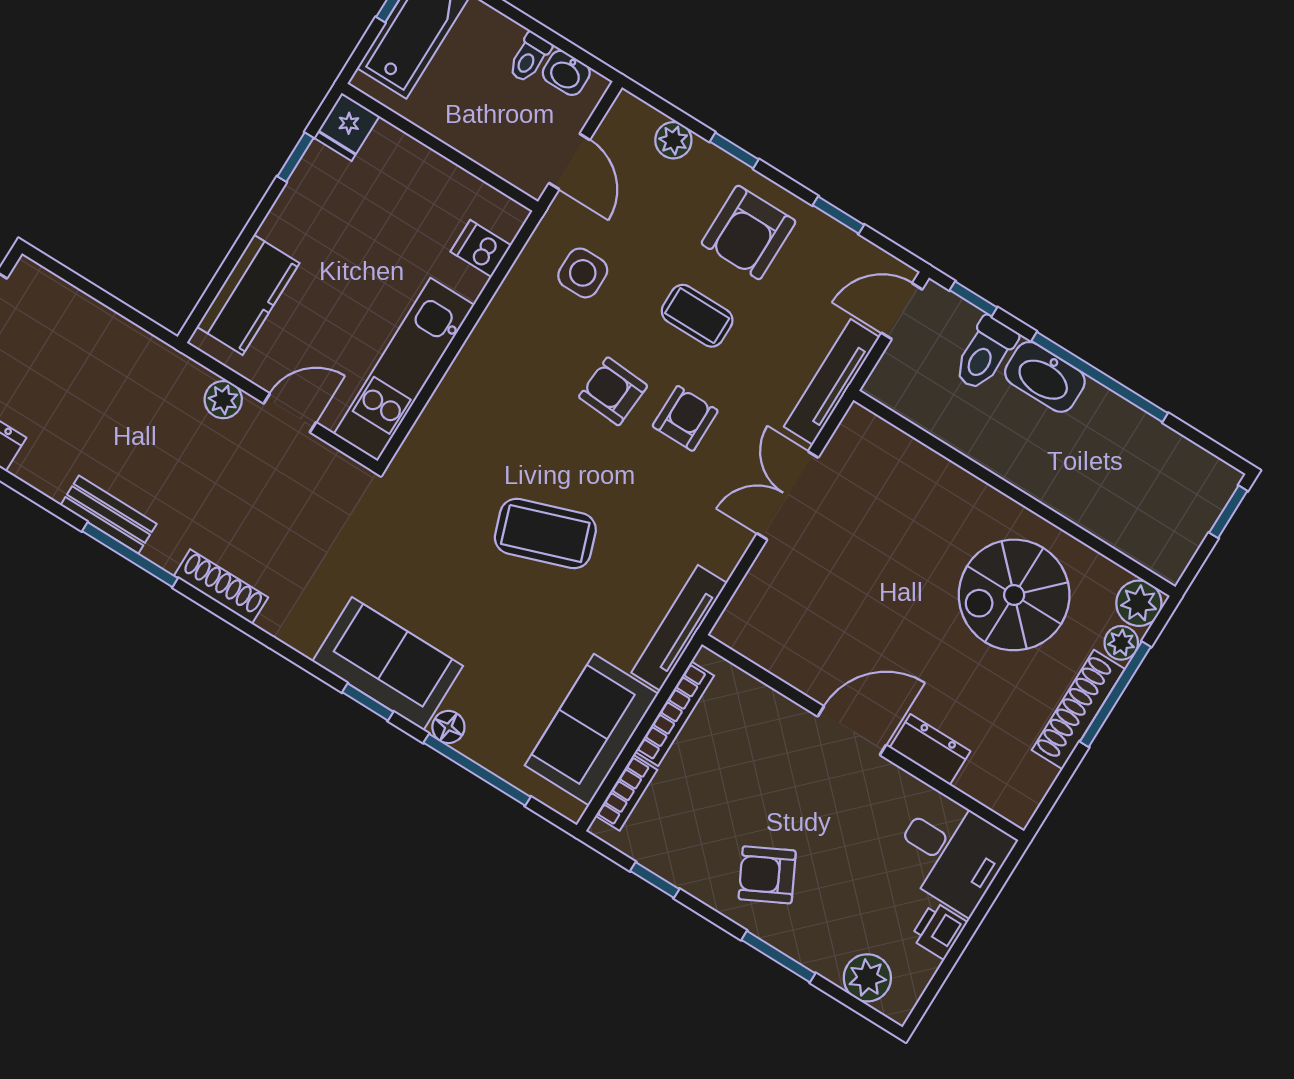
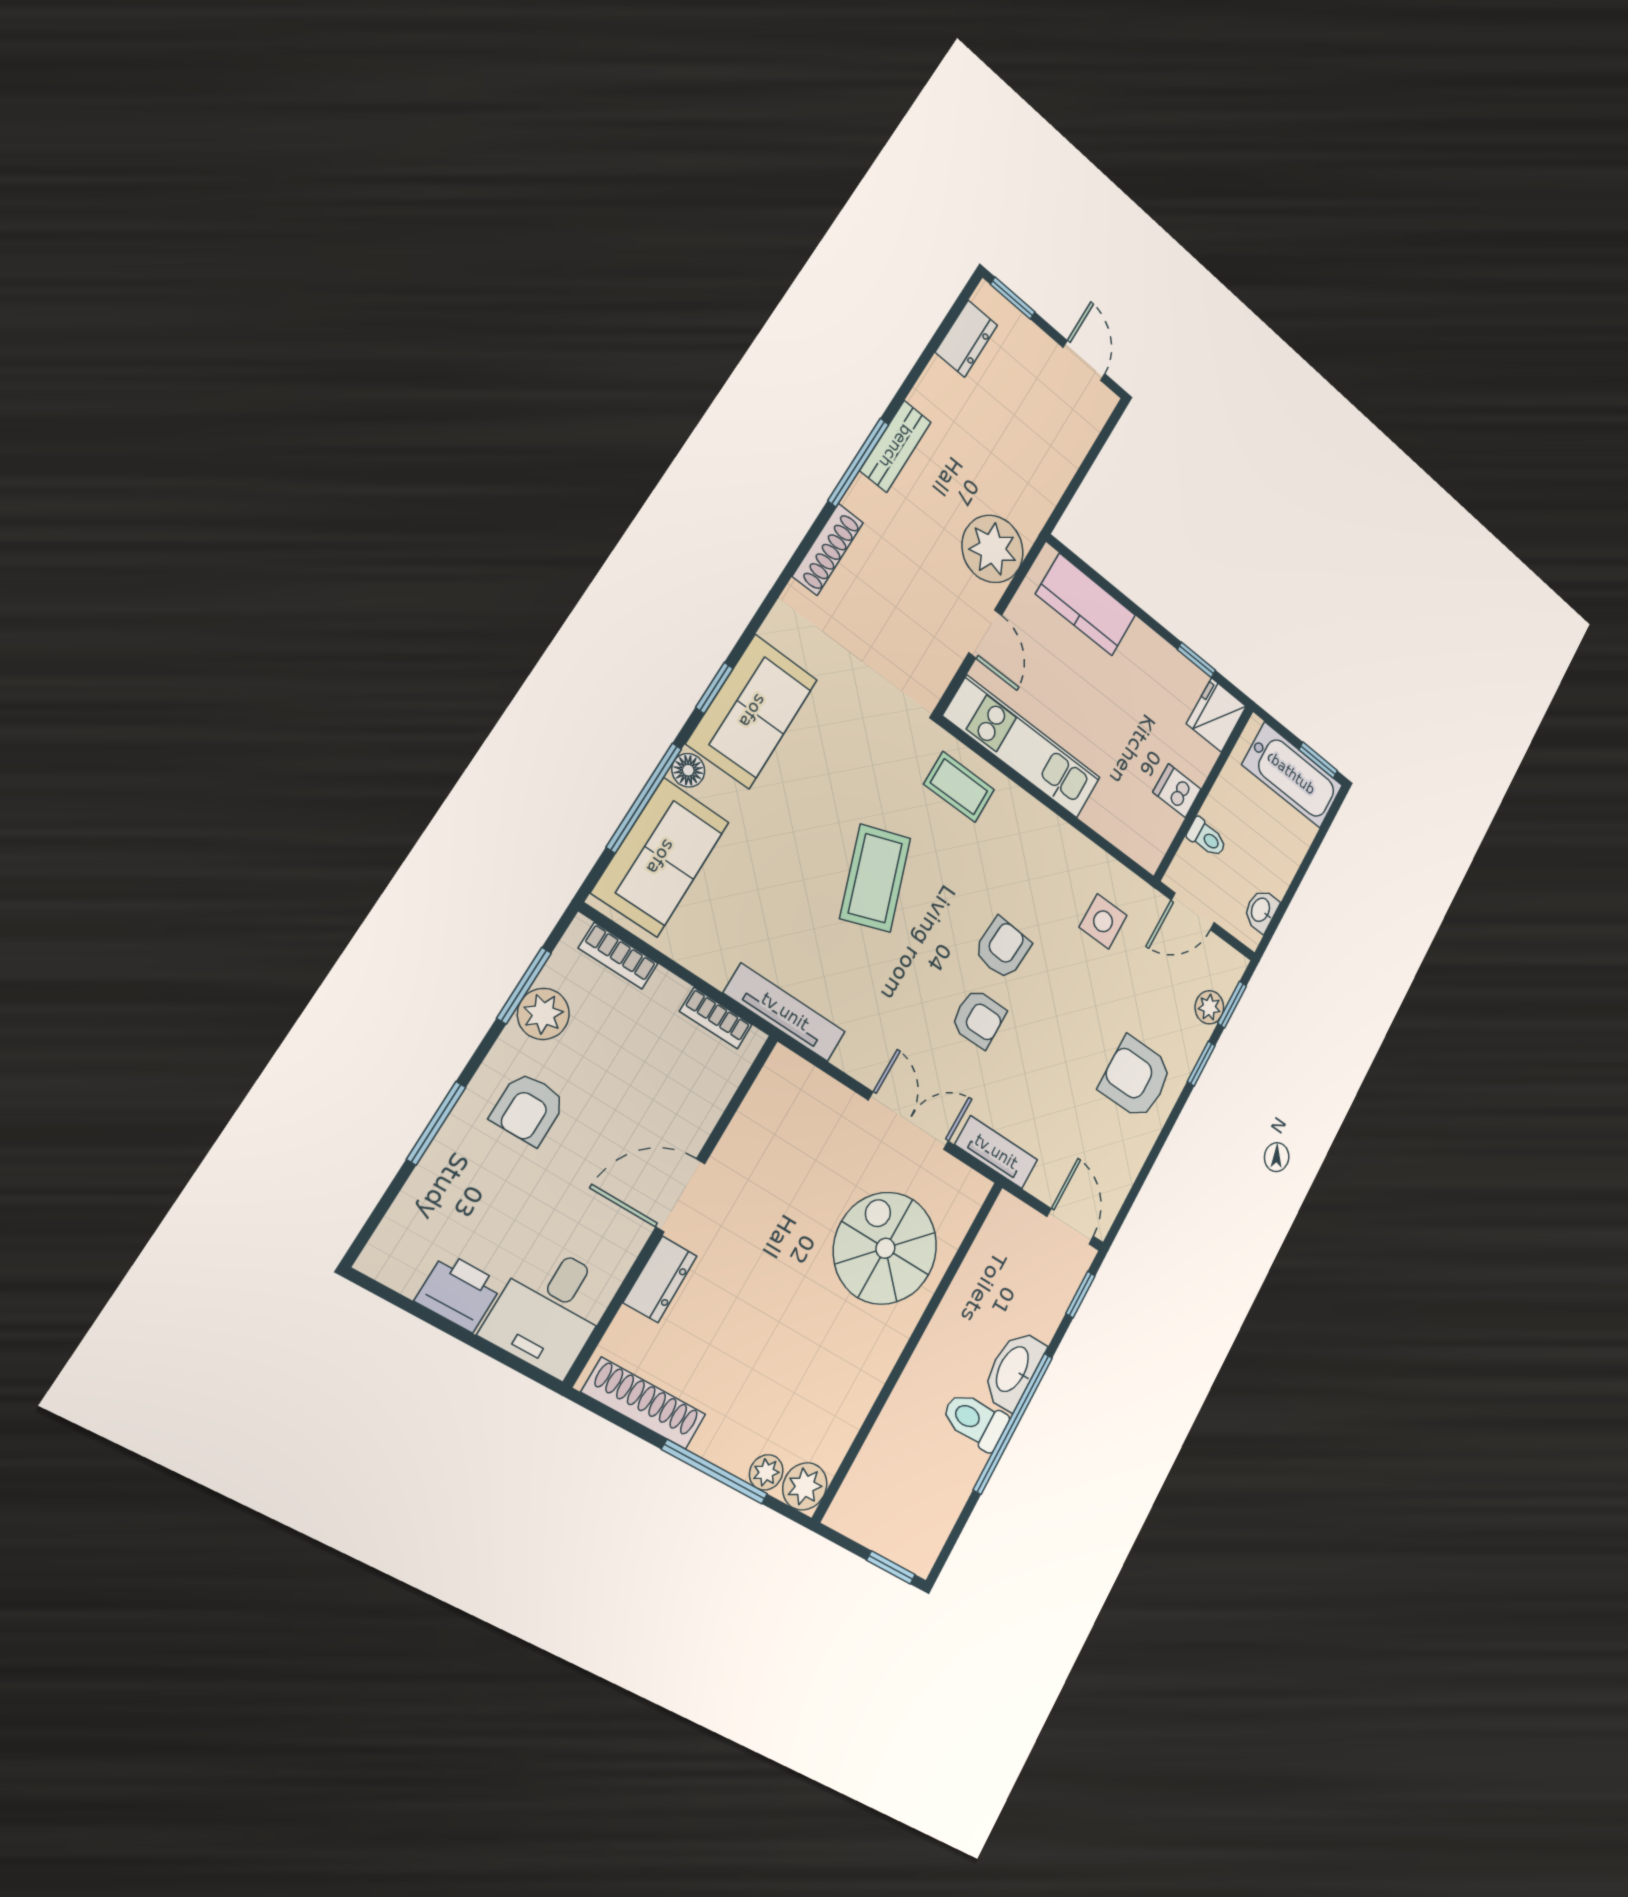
toilet: (529, 57) -> (1207, 838), moved, turned 180
fridge: (347, 127) -> (1216, 715), width x1.38
window: (838, 215) -> (1232, 1005), moved
dishwasher: (481, 249) -> (1177, 791), moved, turned -90
coffee table: (697, 316) -> (959, 787), moved, turned 90
toilet: (985, 354) -> (975, 1421), moved
tv unit: (832, 382) -> (996, 1152), width x0.71
plant: (223, 400) -> (993, 549), width x1.87, depth x1.87
spiral stairs: (1014, 595) -> (885, 1248), moved
shoe rack: (1078, 709) -> (644, 1403), moved
bookcase: (675, 714) -> (716, 1018), width x0.64
sofa: (592, 730) -> (660, 857), moved, turned 90
door: (852, 731) -> (680, 1195), swing flipped
armchair: (767, 875) -> (528, 1109), turned -153
window: (655, 880) -> (524, 986), width x1.50
printer: (939, 930) -> (459, 1292), width x1.36, depth x1.24
plant: (867, 978) -> (543, 1014), moved

